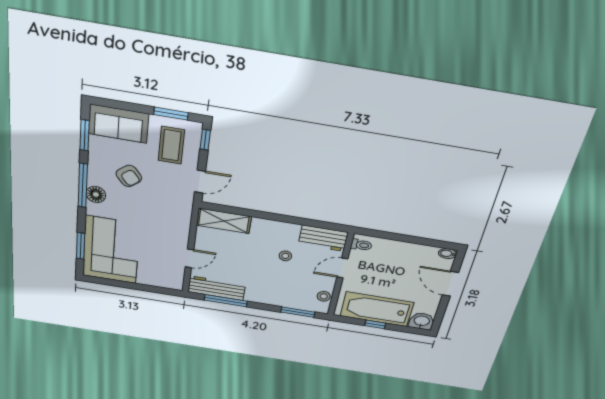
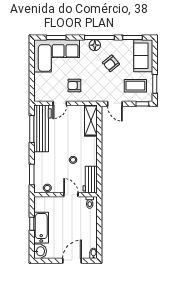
armchair: (162, 234) -> (74, 86), added
door: (189, 258) -> (60, 103), hinge flipped
workbench: (217, 288) -> (42, 128), width x1.36, depth x1.32
bathtub: (377, 309) -> (41, 228), width x0.73, depth x0.73

